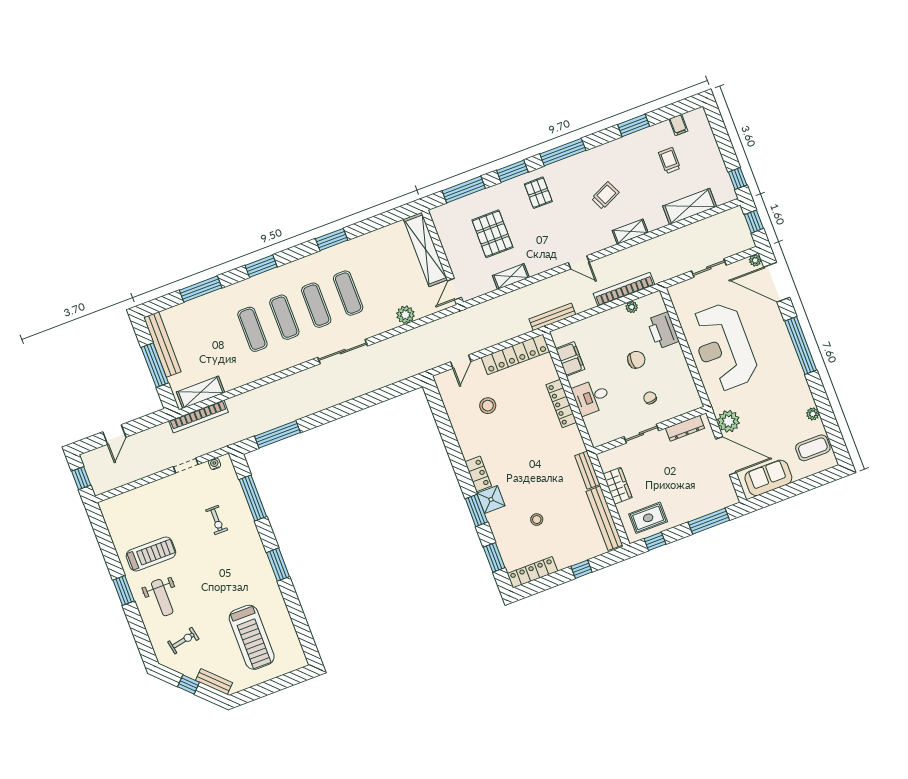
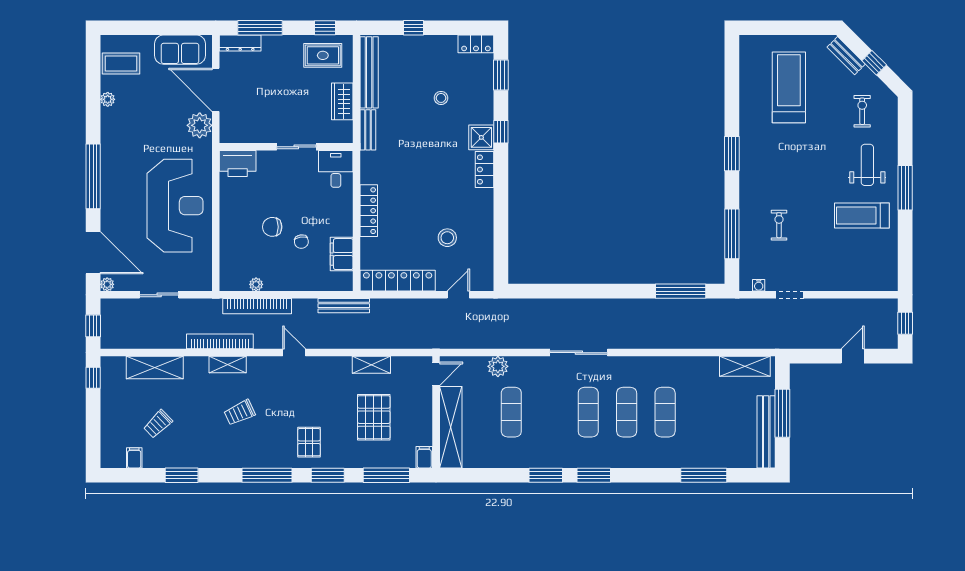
trolley: (669, 160) -> (158, 424), turned 46
filing cabinet: (438, 216) -> (424, 457), added
window: (261, 266) -> (594, 475), moved
exercise mat: (348, 293) -> (511, 412), moved
printer: (663, 330) -> (238, 164), moved, turned 90
desk: (591, 397) -> (336, 169), moved, turned -90
chair: (650, 398) -> (301, 242), moved
bookcase: (199, 417) -> (220, 341), moved
dresser: (685, 428) -> (240, 43), moved, turned 180
window: (476, 510) -> (501, 132), width x0.67
locker: (532, 572) -> (476, 44), width x0.66
window: (124, 591) -> (905, 188), width x1.44
exercise bike: (183, 641) -> (862, 111), turned 101

